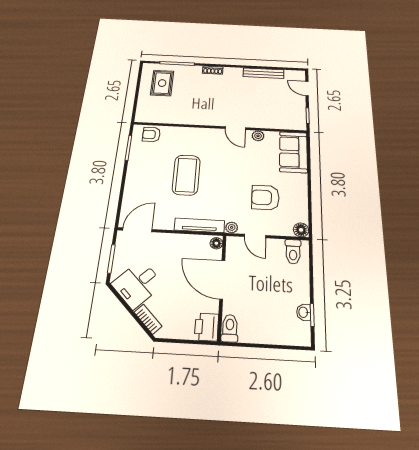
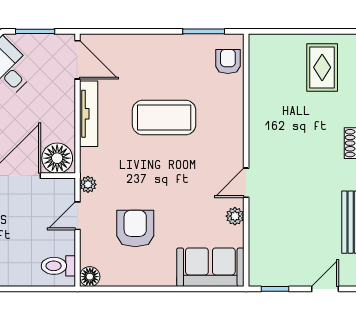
rug: (162, 83) -> (322, 67), turned 90
tv unit: (199, 225) -> (89, 114), moved
floor lamp: (216, 243) -> (57, 158), width x1.89, depth x1.89

